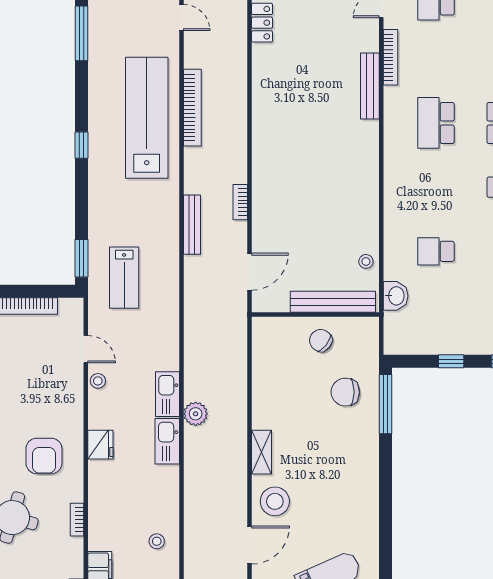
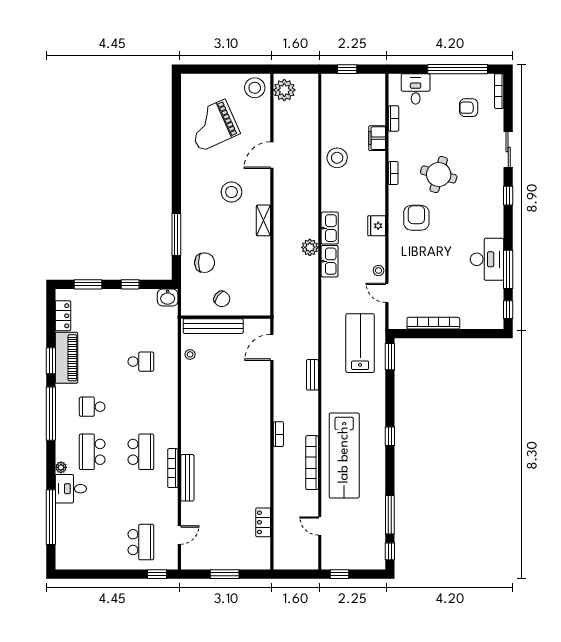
bookcase: (391, 57) -> (173, 468), moved
bookcase: (240, 202) -> (278, 434), moved
bench: (192, 225) -> (312, 375), width x0.73
lab bench: (124, 278) -> (360, 343), width x1.36, depth x1.39
washbasin: (396, 296) -> (168, 297), moved, turned -90
window: (386, 404) -> (176, 235), moved
stool: (275, 501) -> (231, 192), moved
stool: (157, 541) -> (337, 158), width x1.89, depth x1.89

